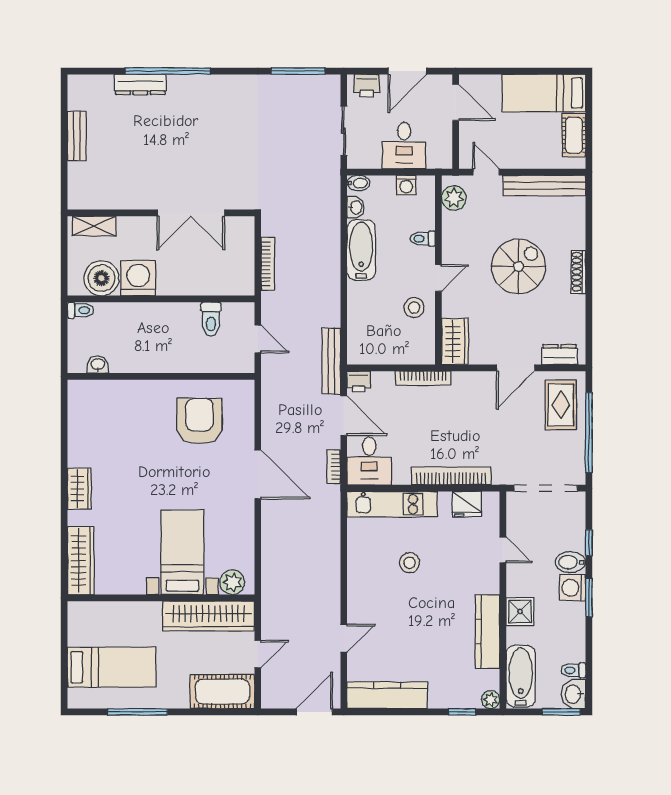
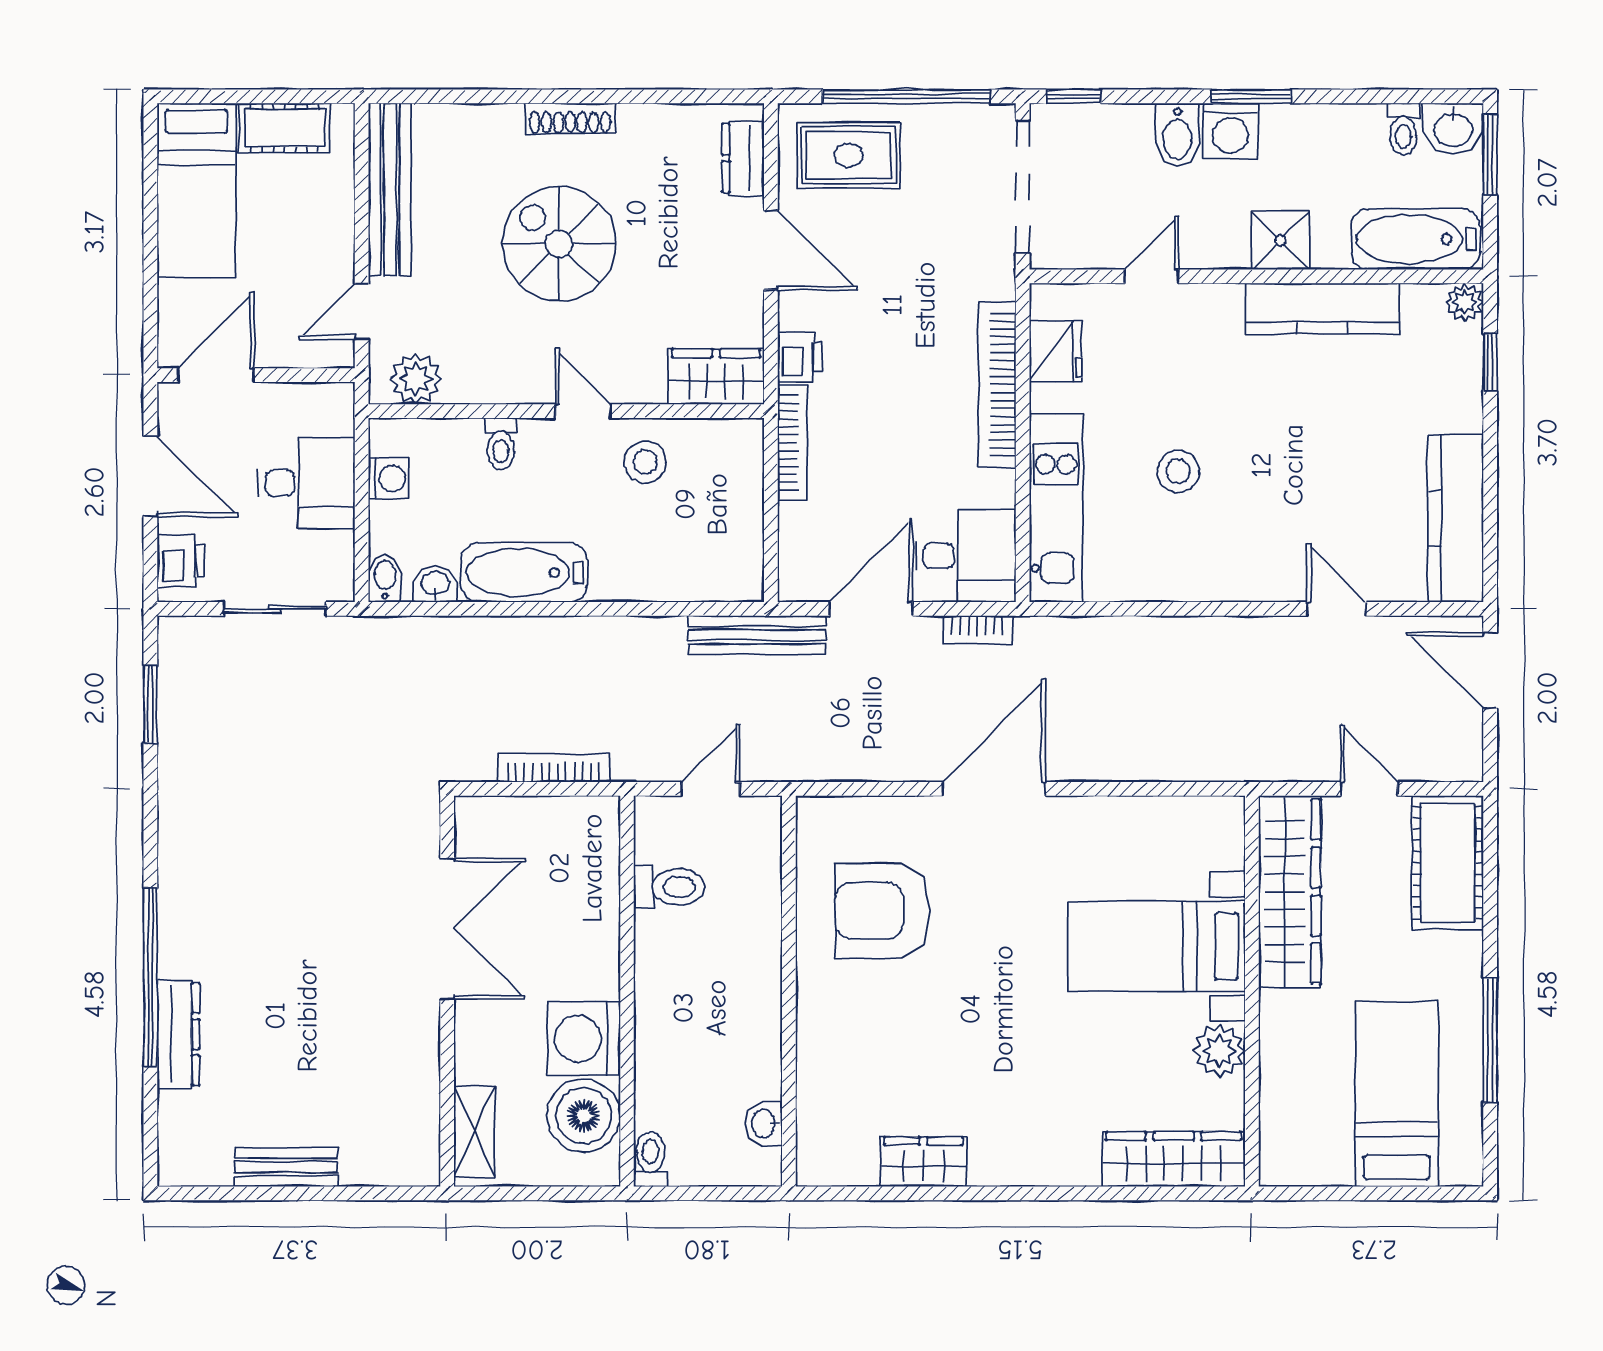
window: (298, 71) -> (150, 704), width x0.69
printer: (359, 382) -> (800, 357), moved
wardrobe: (79, 489) -> (923, 1162), moved
window: (589, 543) -> (1073, 96), moved
plant: (232, 582) -> (1219, 1051), moved

